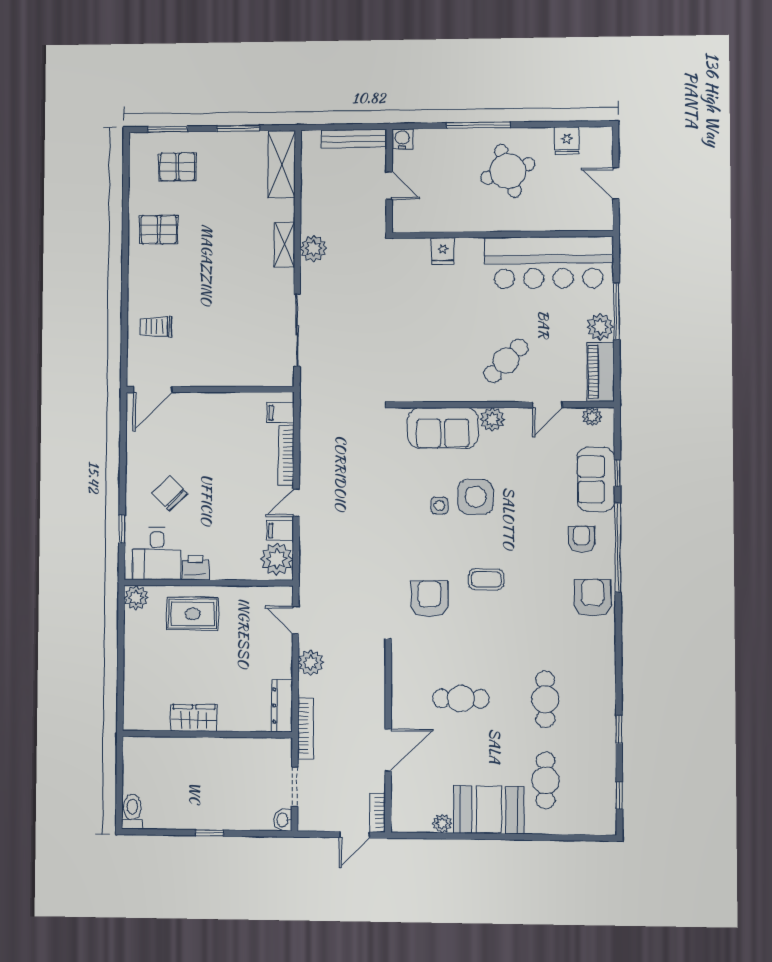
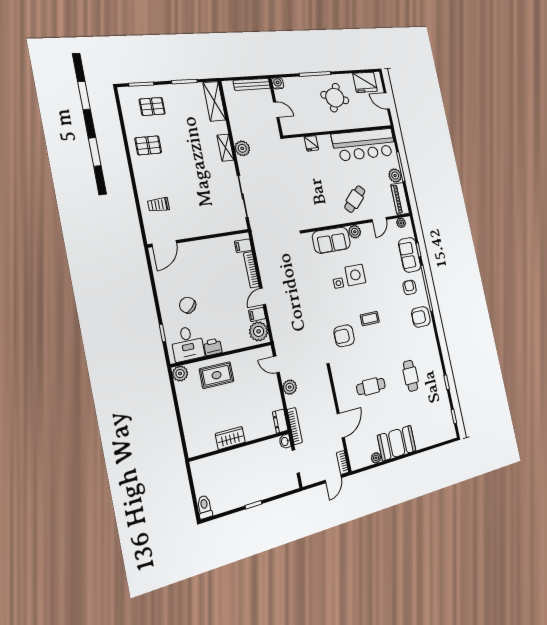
fridge: (567, 141) -> (365, 82), width x1.88, depth x1.34
round table: (508, 171) -> (335, 98), turned 36
armchair: (592, 598) -> (421, 317), turned -90
armchair: (429, 599) -> (344, 336), turned -90
dresser: (282, 706) -> (280, 421), width x0.70
cafe table: (545, 780) -> (420, 419), removed
washbasin: (283, 820) -> (285, 441), moved

